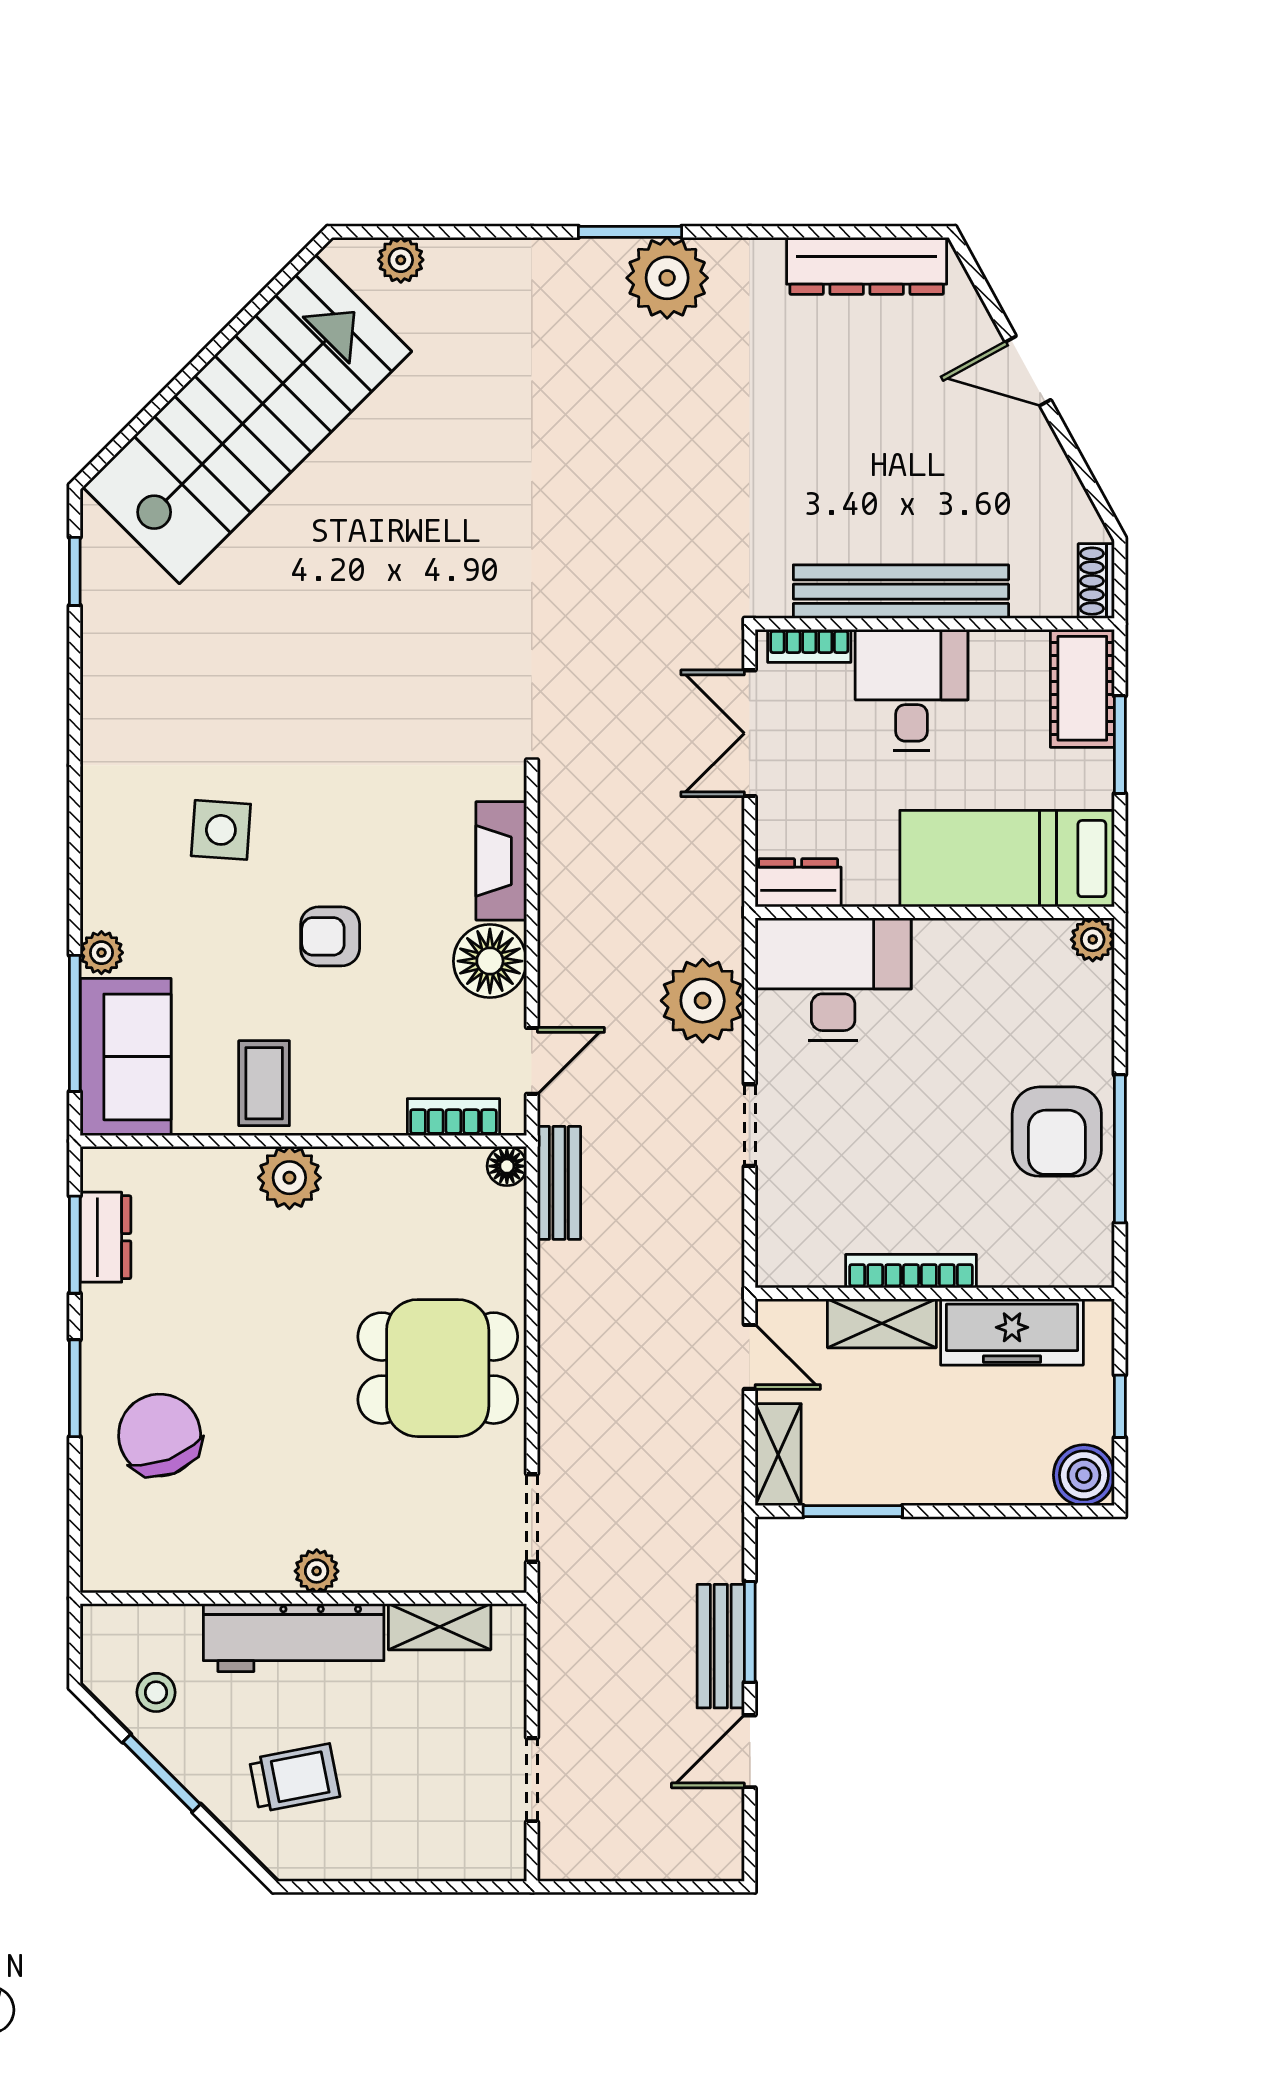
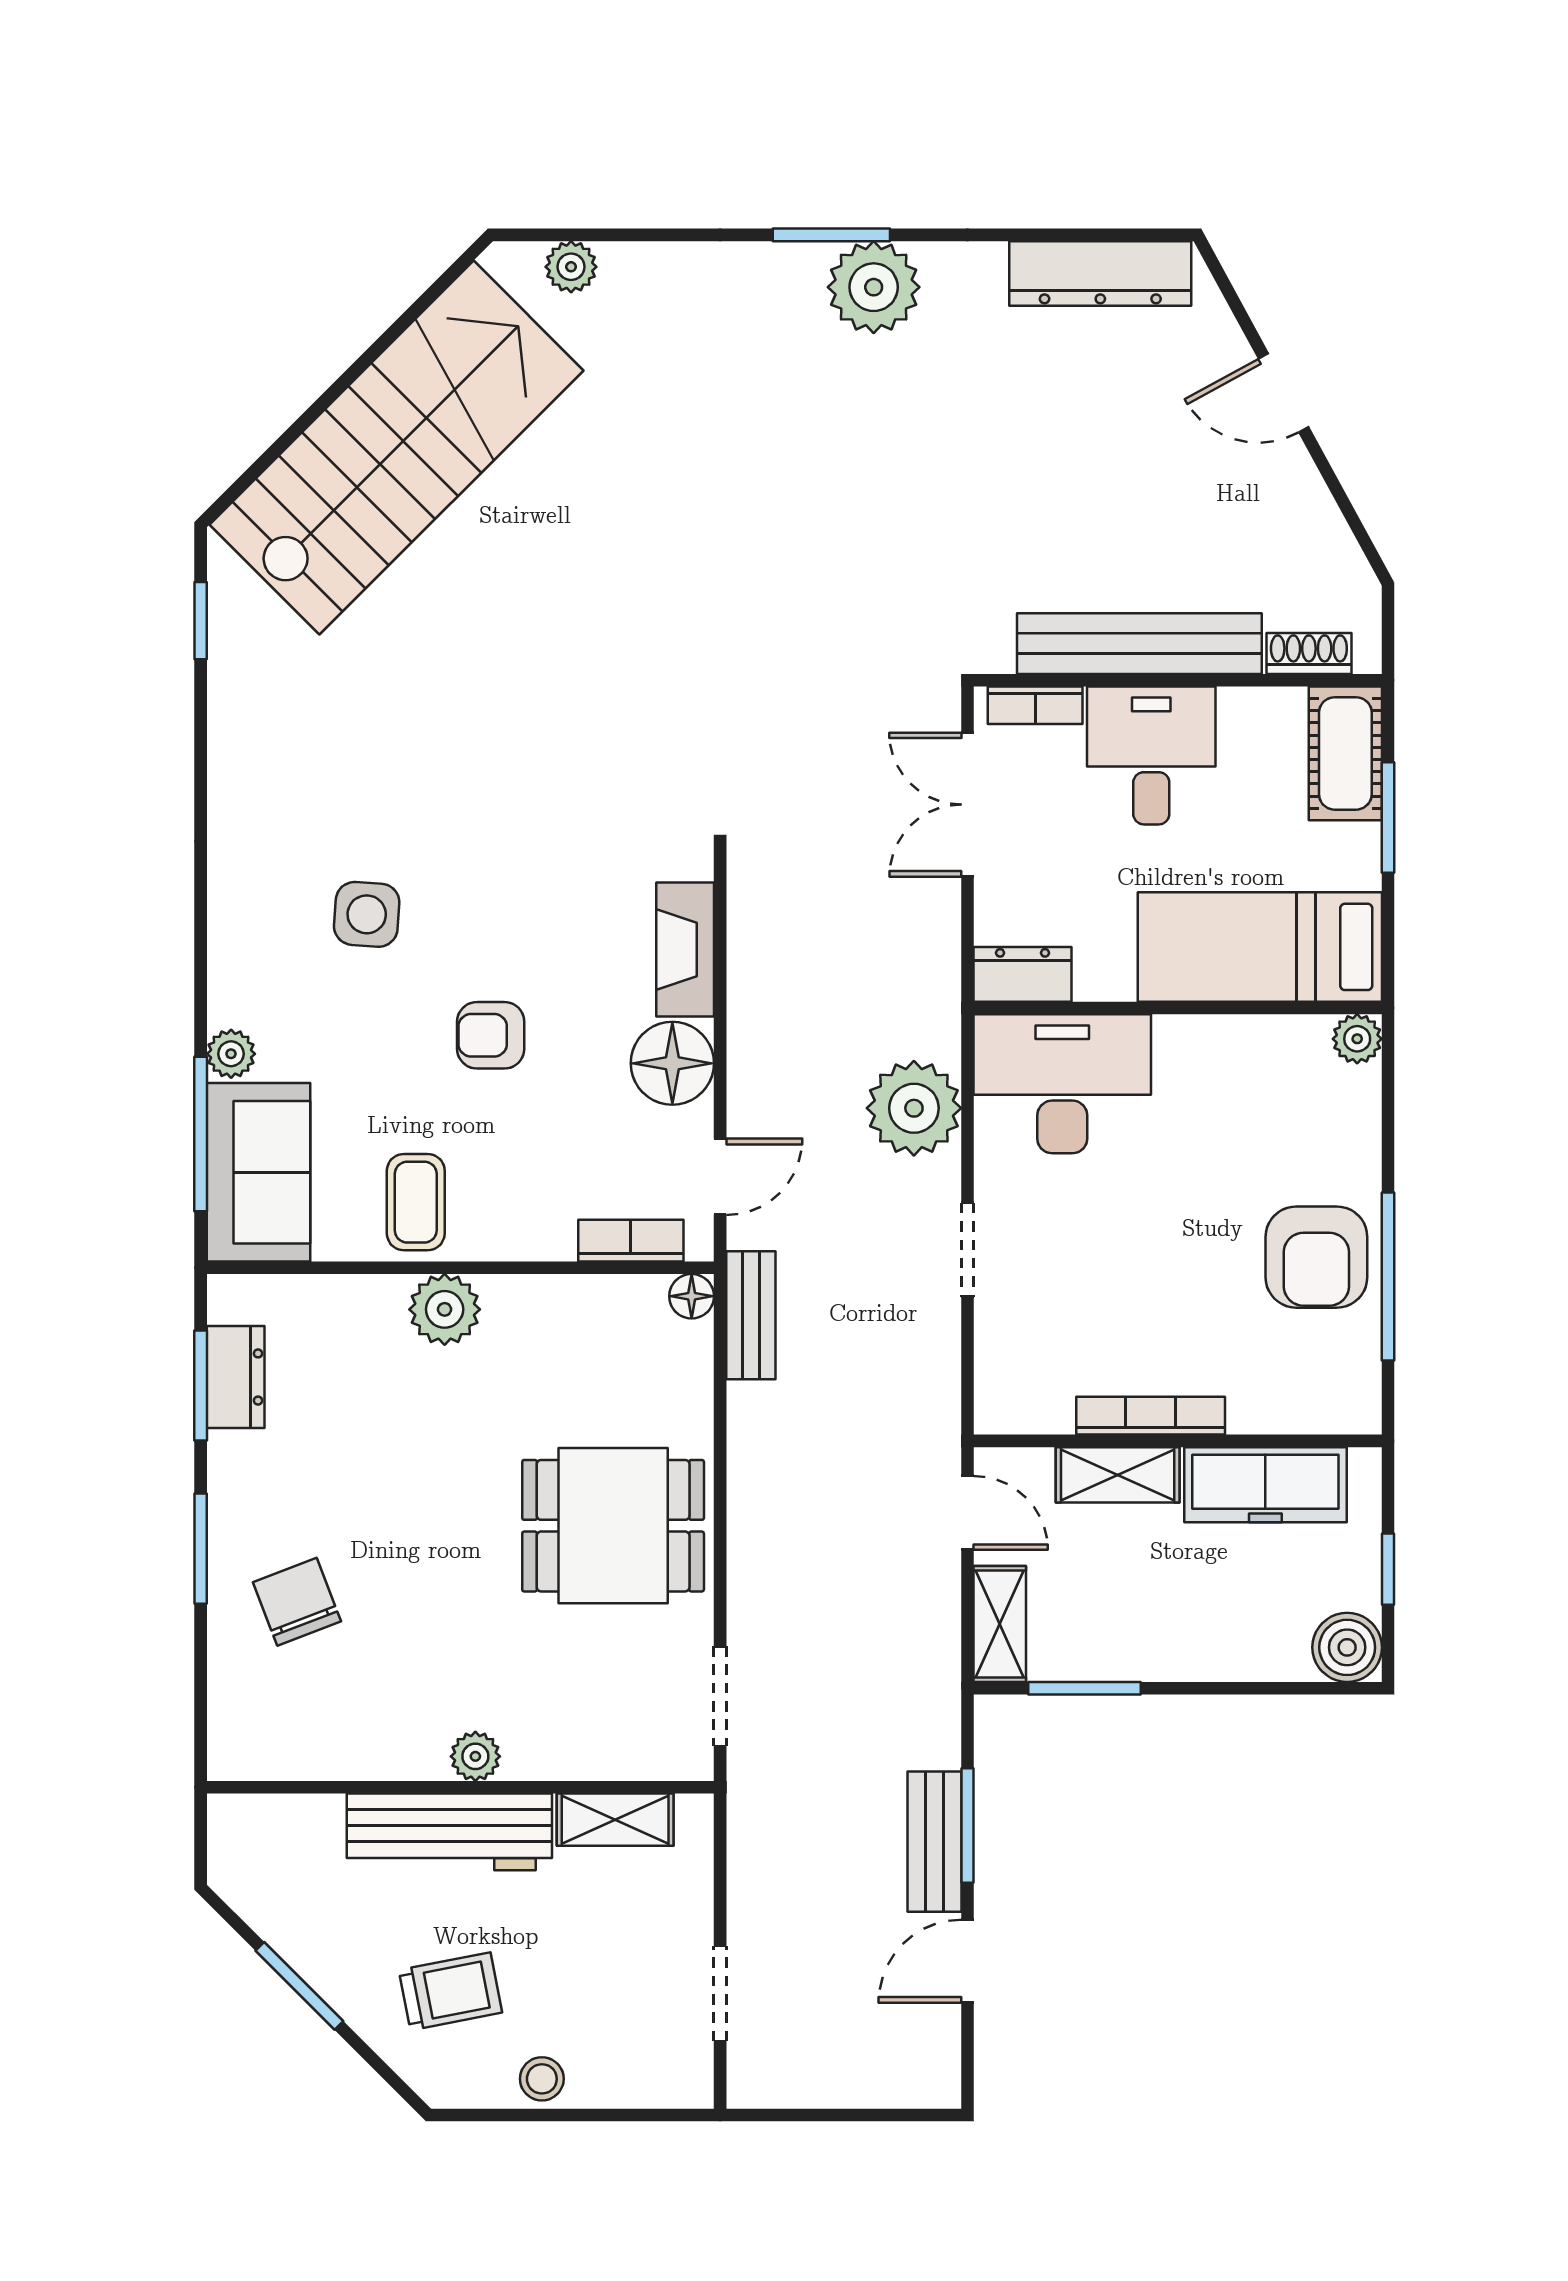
shoe rack: (1096, 581) -> (1309, 653), moved, turned 90
chair: (160, 1435) -> (297, 1602), width x0.73, depth x0.73
stool: (156, 1692) -> (542, 2079), moved

